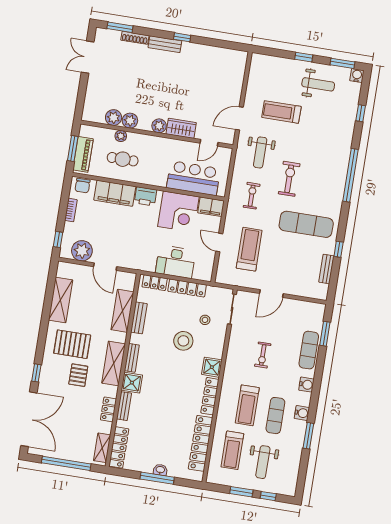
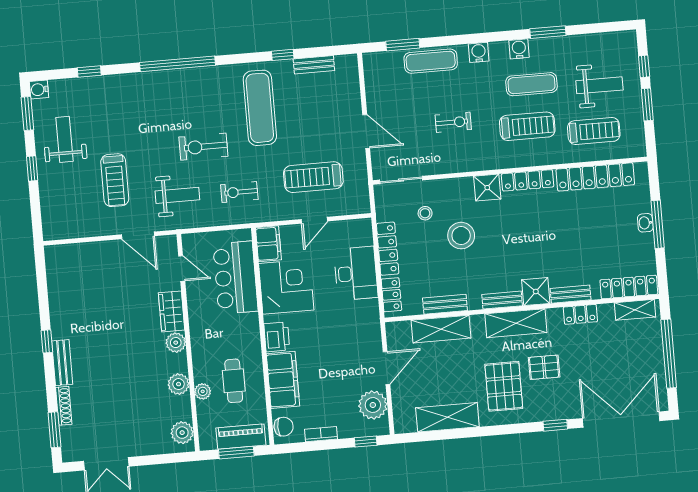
plant: (114, 118) -> (182, 433), moved

